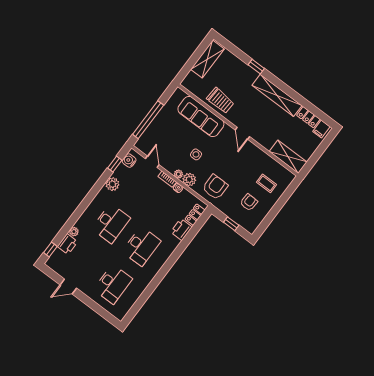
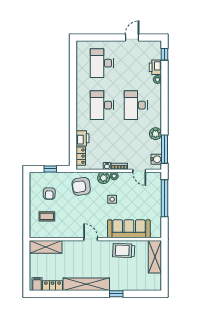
shelving: (207, 59) -> (155, 257), moved
window: (115, 164) -> (165, 149), width x2.17
armchair: (215, 187) -> (81, 186), turned 82

